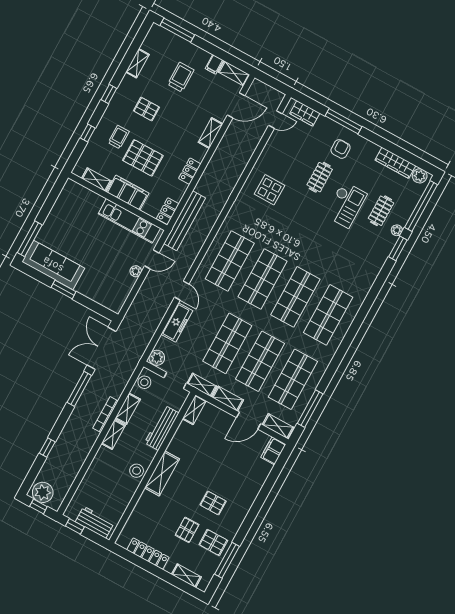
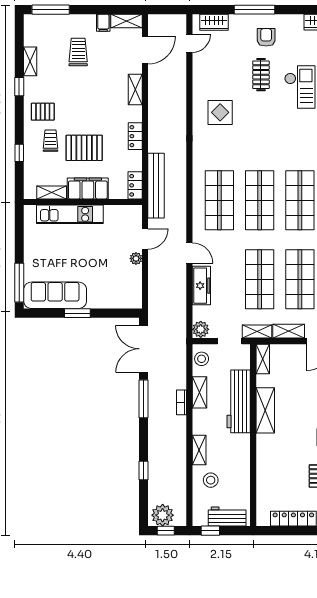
window: (109, 94) -> (19, 87), moved
pallet: (146, 109) -> (43, 112), moved
kitchen unit: (129, 221) -> (70, 214), moved
bookcase: (105, 415) -> (182, 402), width x0.64
workbench: (162, 428) -> (239, 401), width x1.36, depth x1.32
shelving: (113, 435) -> (199, 450), moved
stool: (137, 471) -> (211, 480), moved
shelving: (162, 473) -> (265, 410), moved

